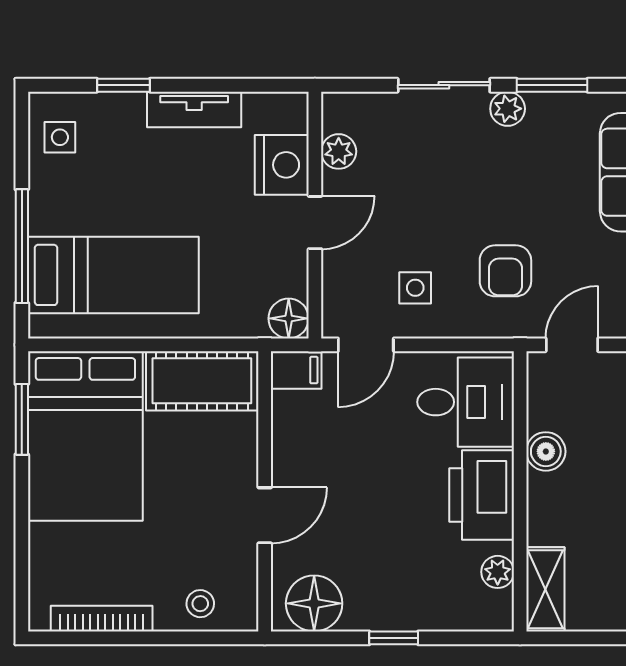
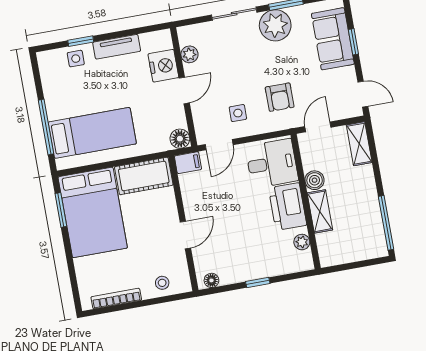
plant: (508, 109) -> (275, 25), width x1.88, depth x1.88
side table: (60, 137) -> (76, 59), moved
shelving: (545, 589) -> (320, 211), moved
floor lamp: (314, 603) -> (211, 280), width x0.53, depth x0.53

